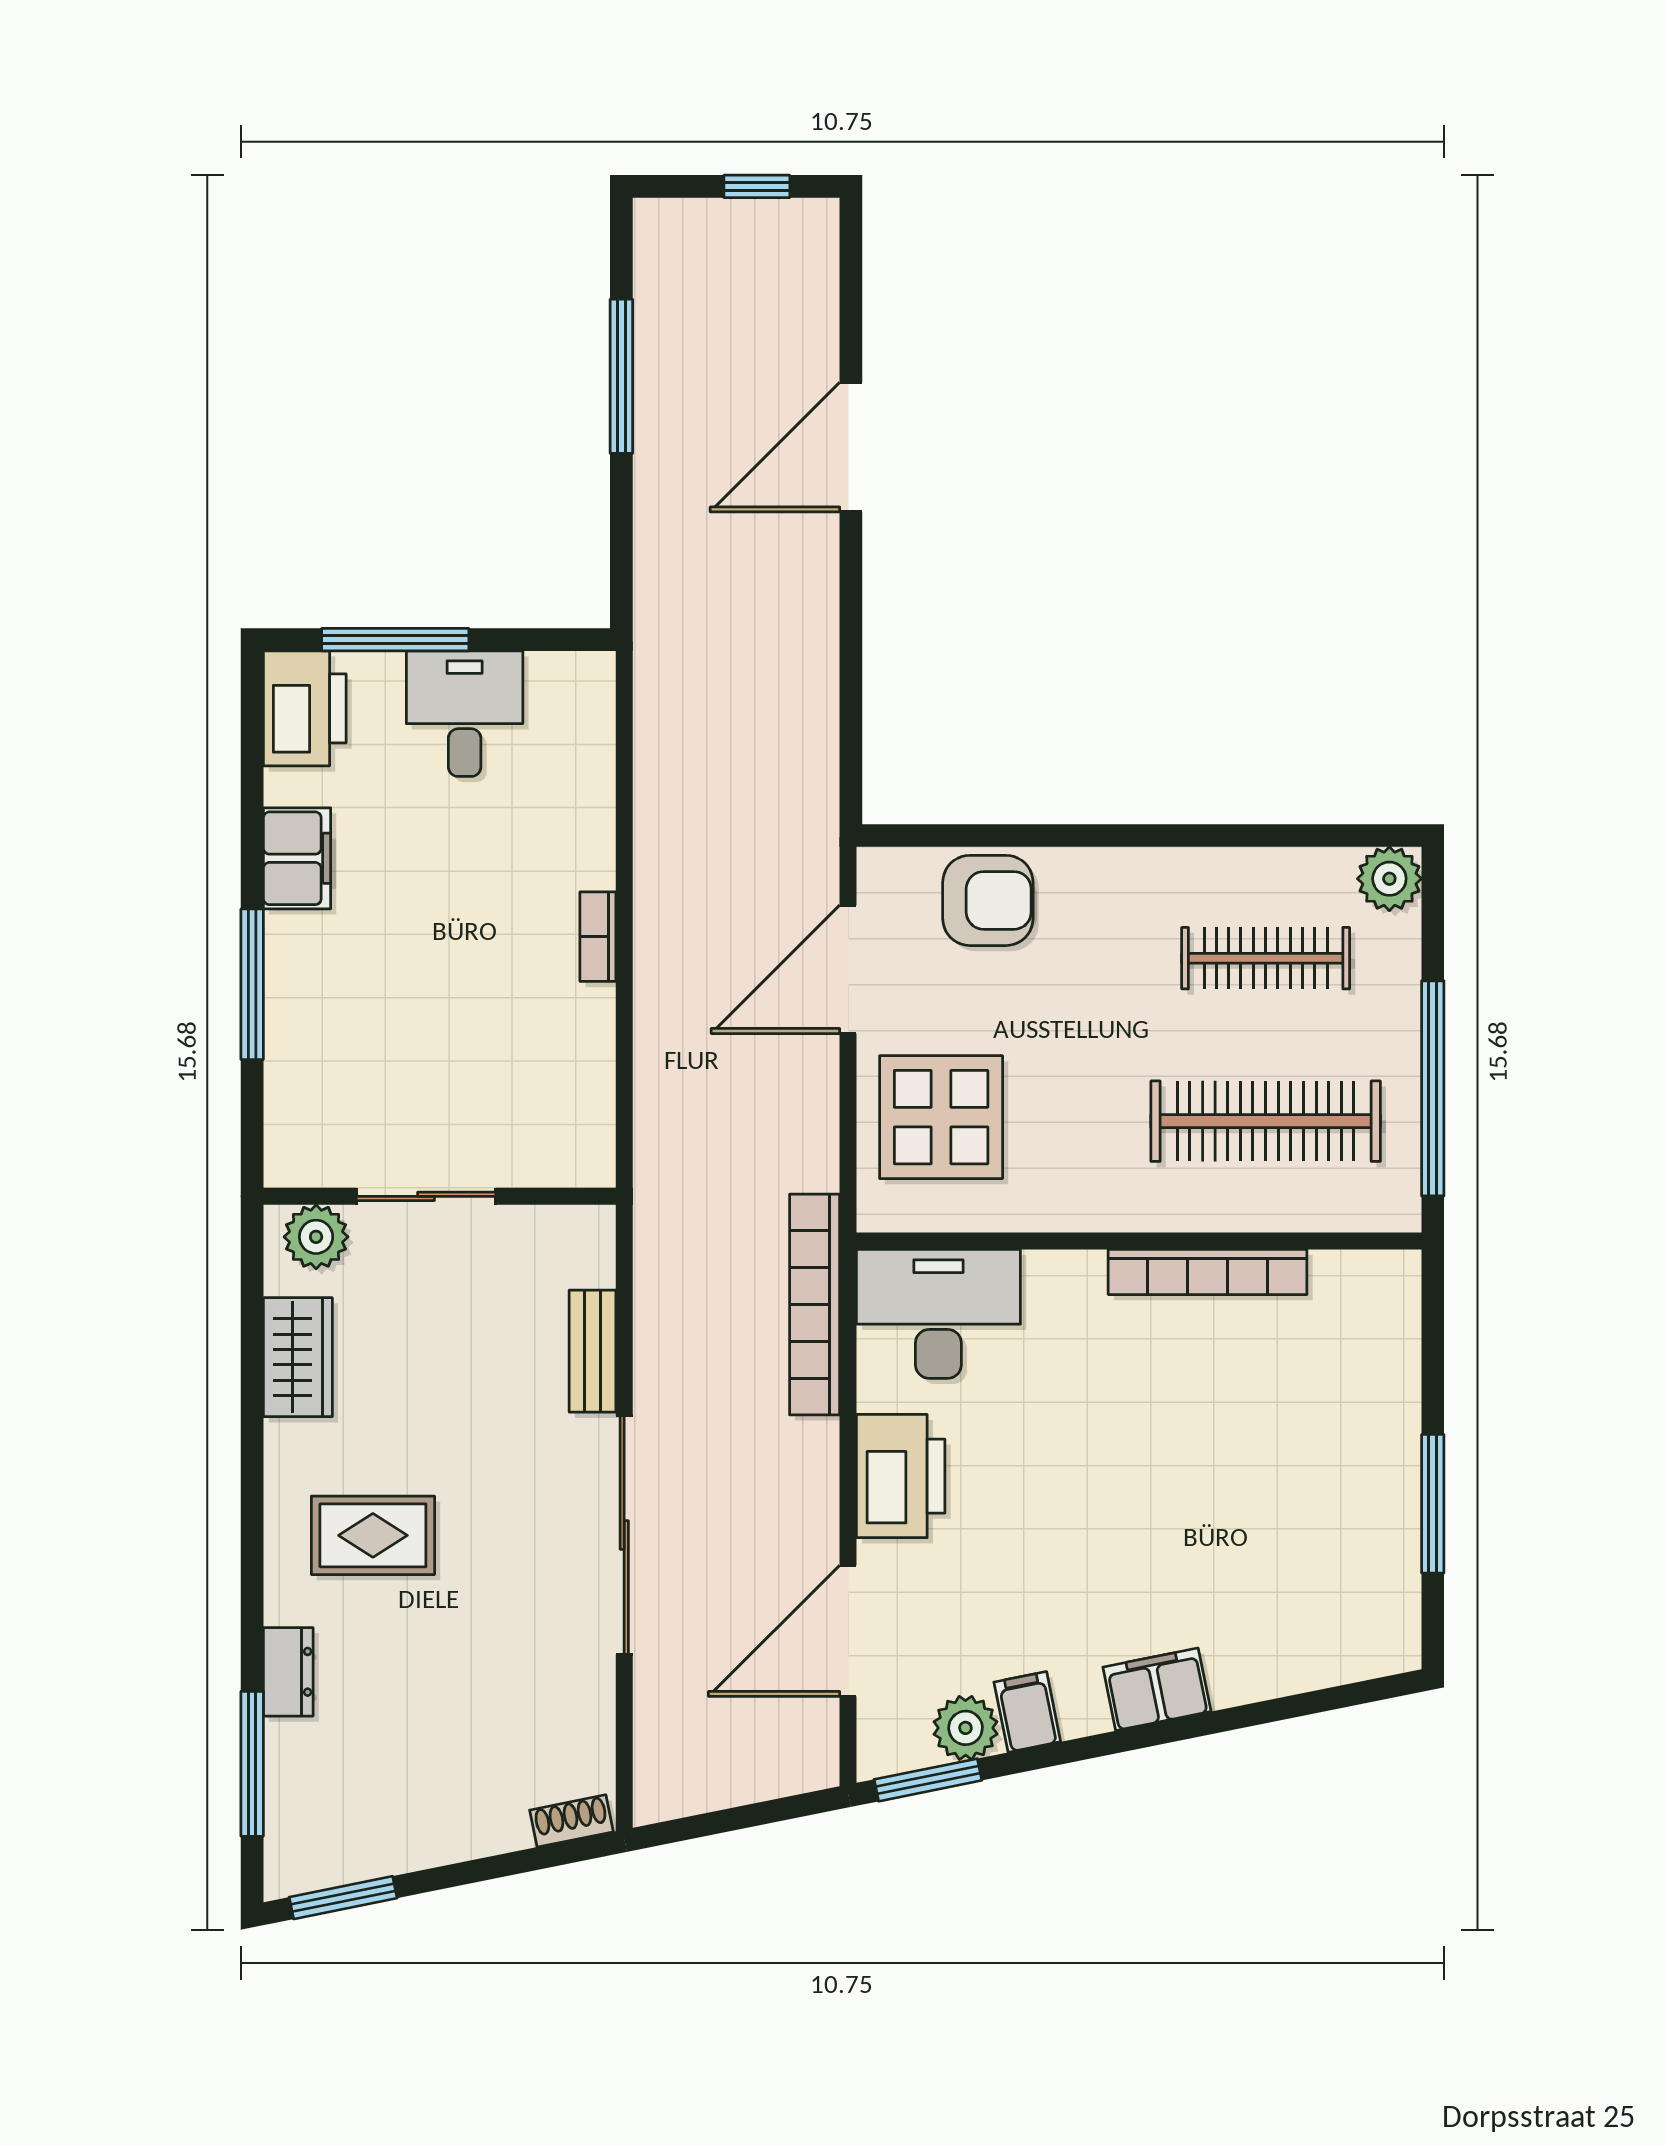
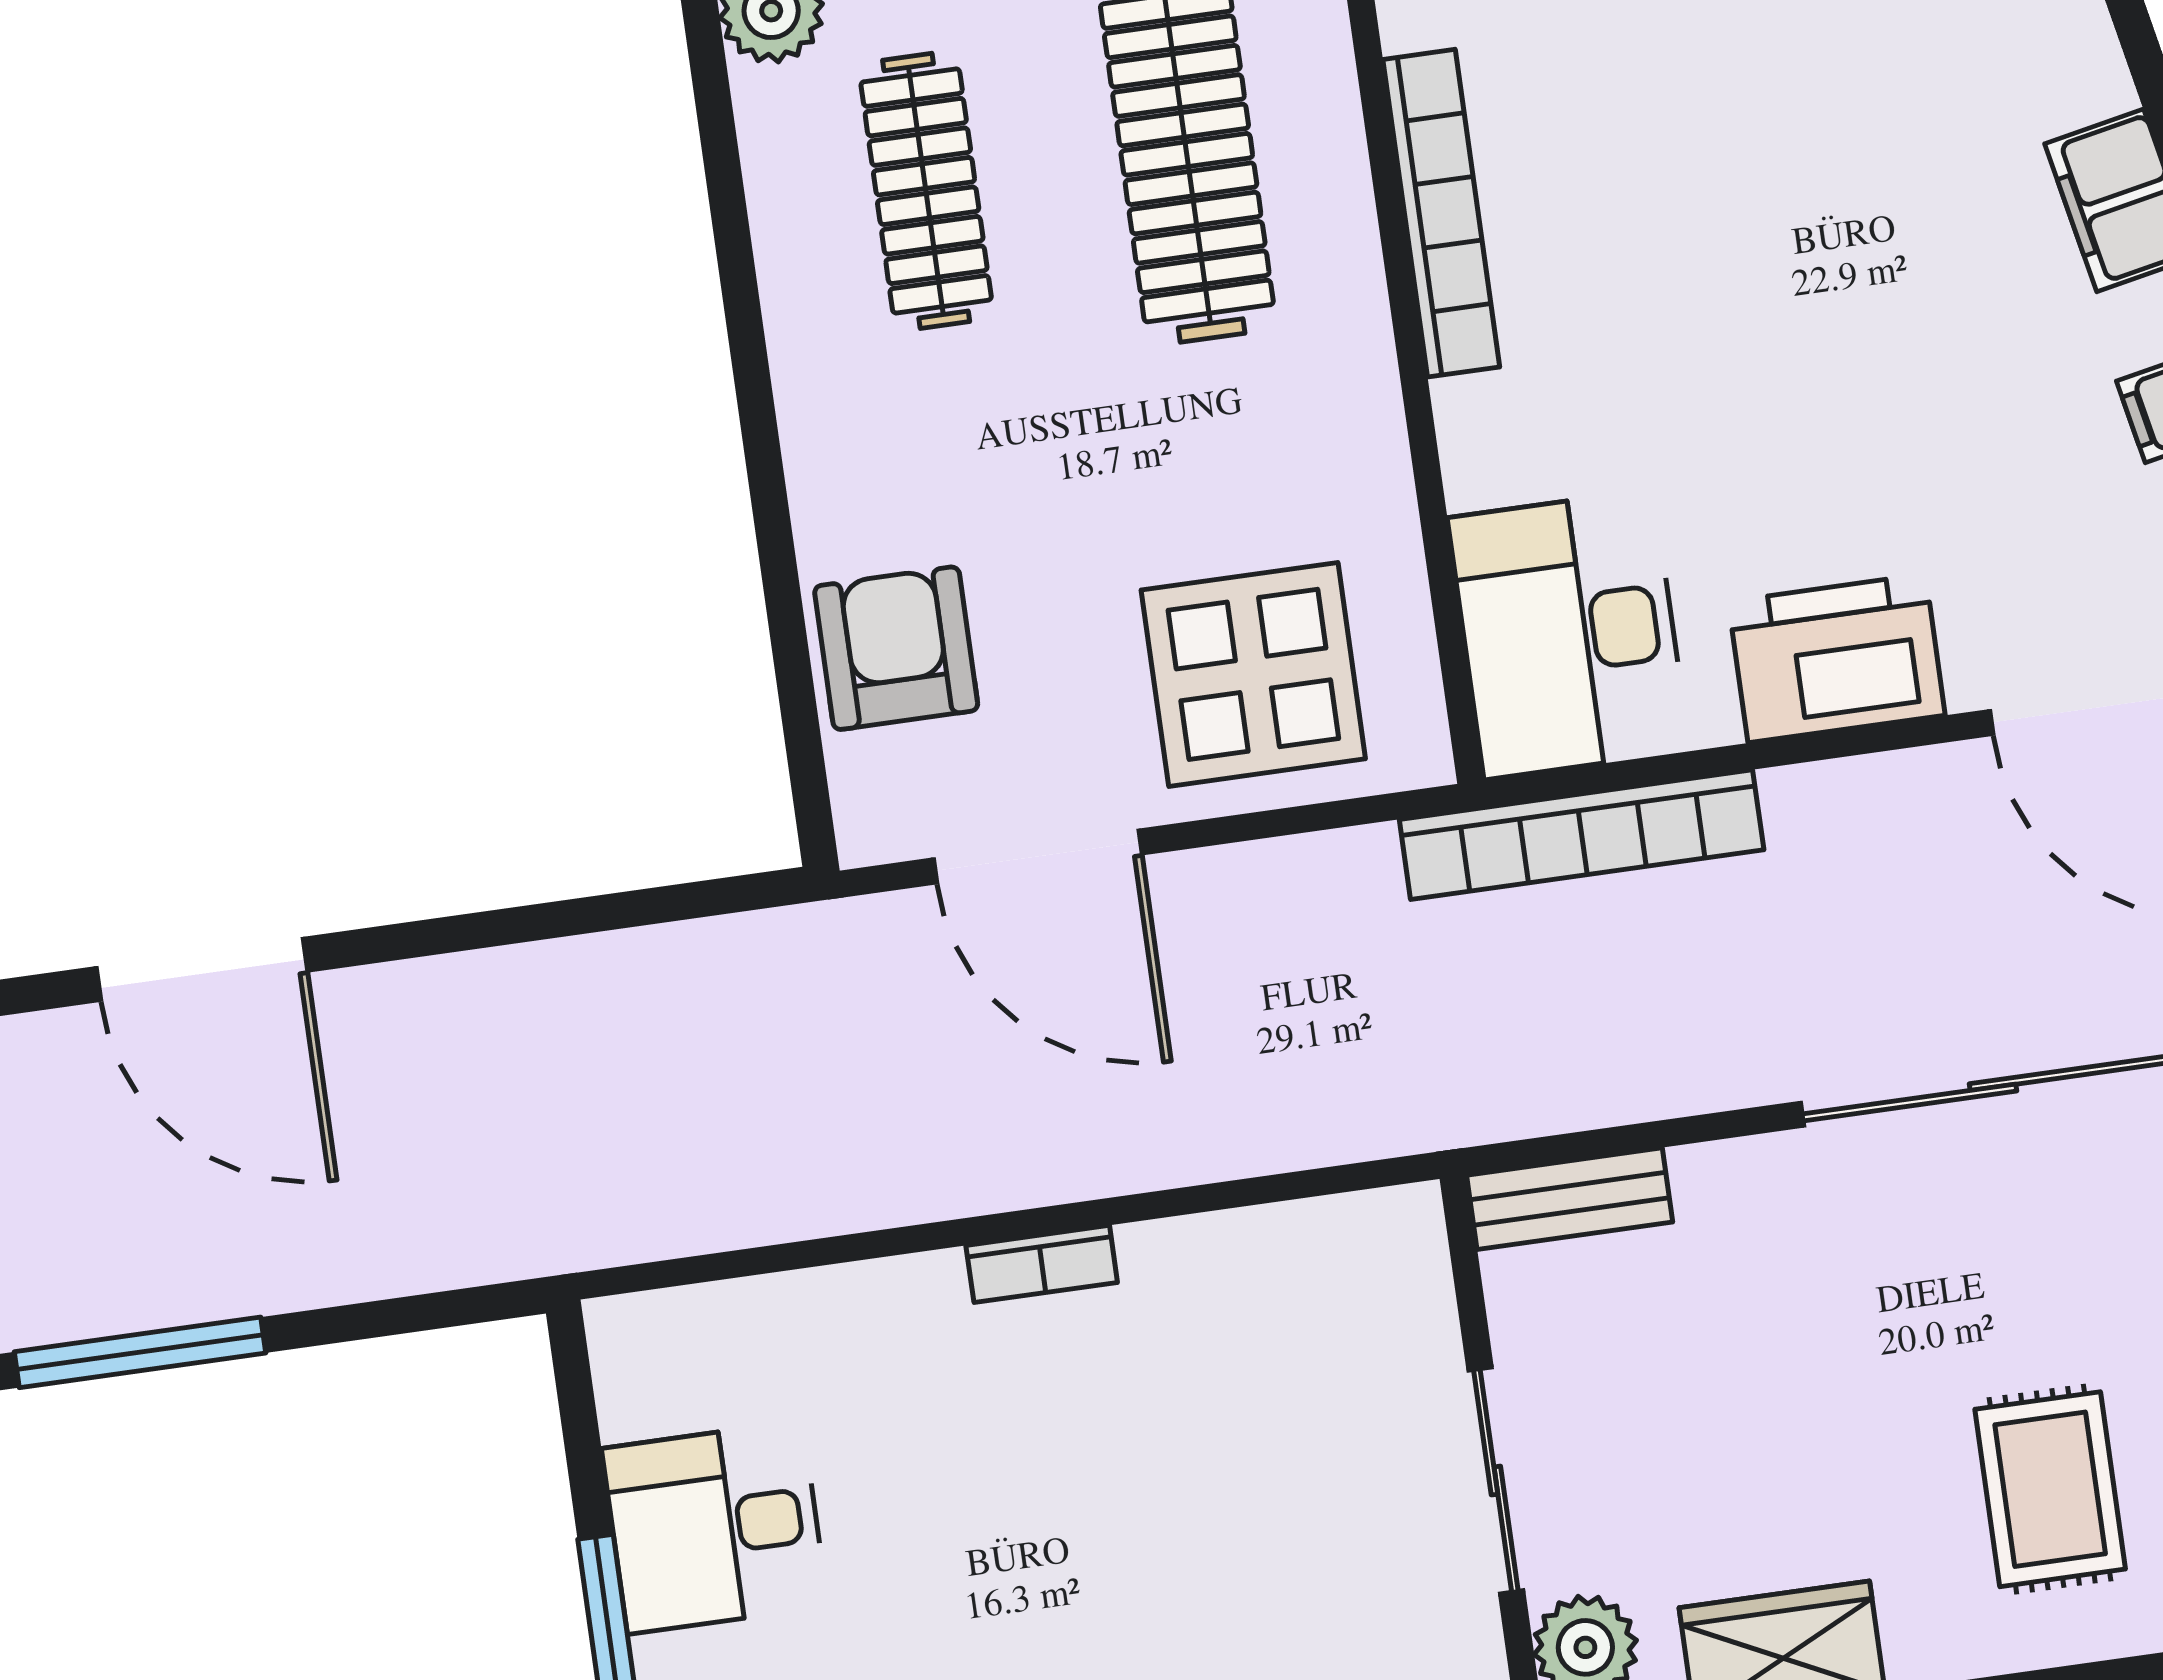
bench: (592, 1351) -> (1570, 1199), moved

